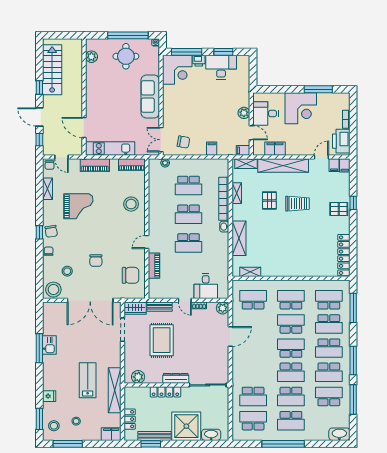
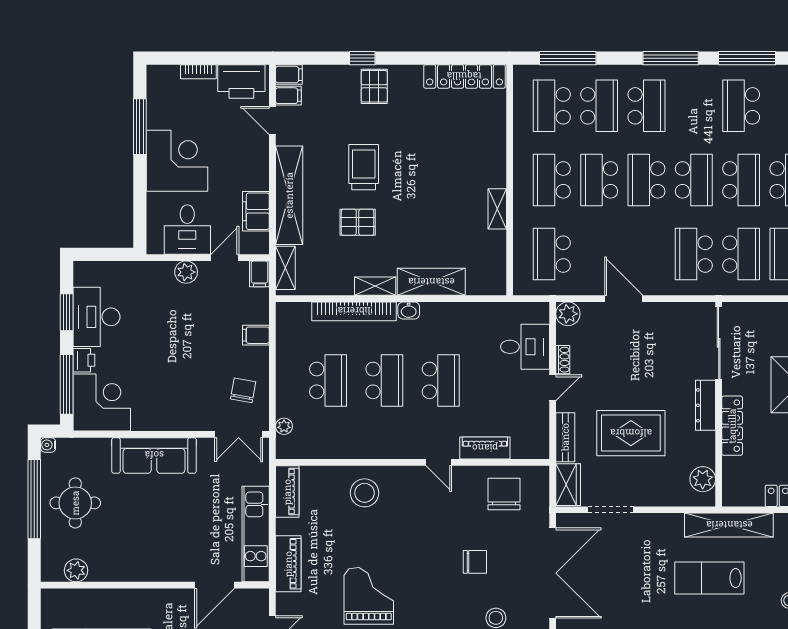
shelving: (237, 193) -> (375, 286), moved
shelving: (250, 272) -> (497, 209), moved
school desk: (329, 372) -> (694, 254), moved, turned 180

